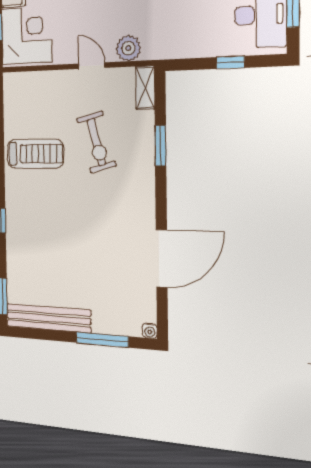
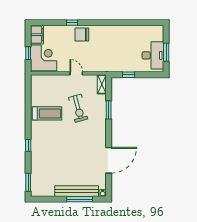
plant: (128, 48) -> (94, 66), removed
window: (230, 62) -> (128, 75), moved
bench: (48, 318) -> (77, 191), moved

